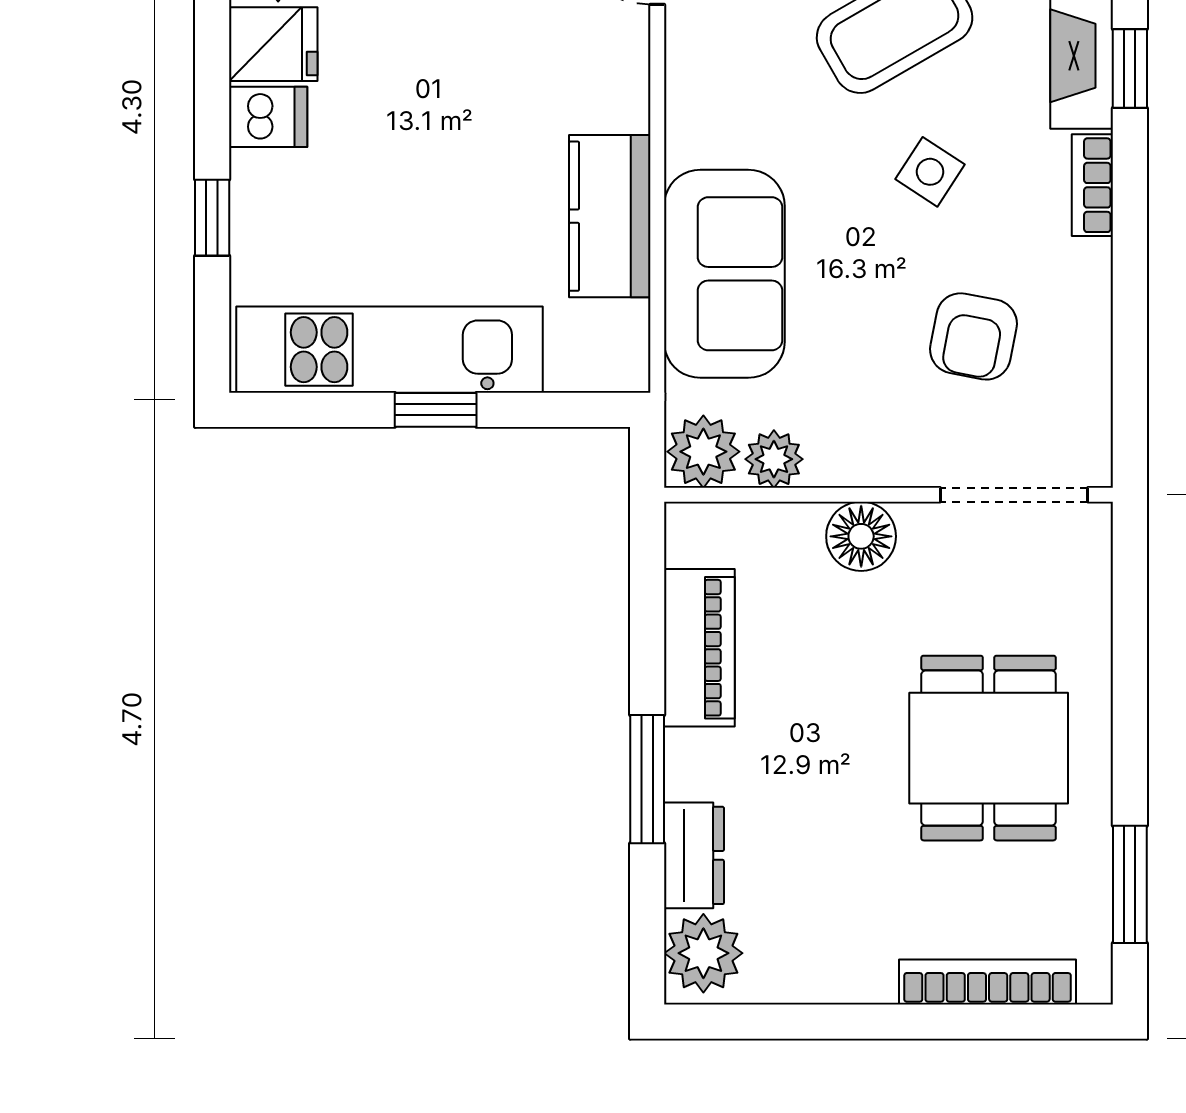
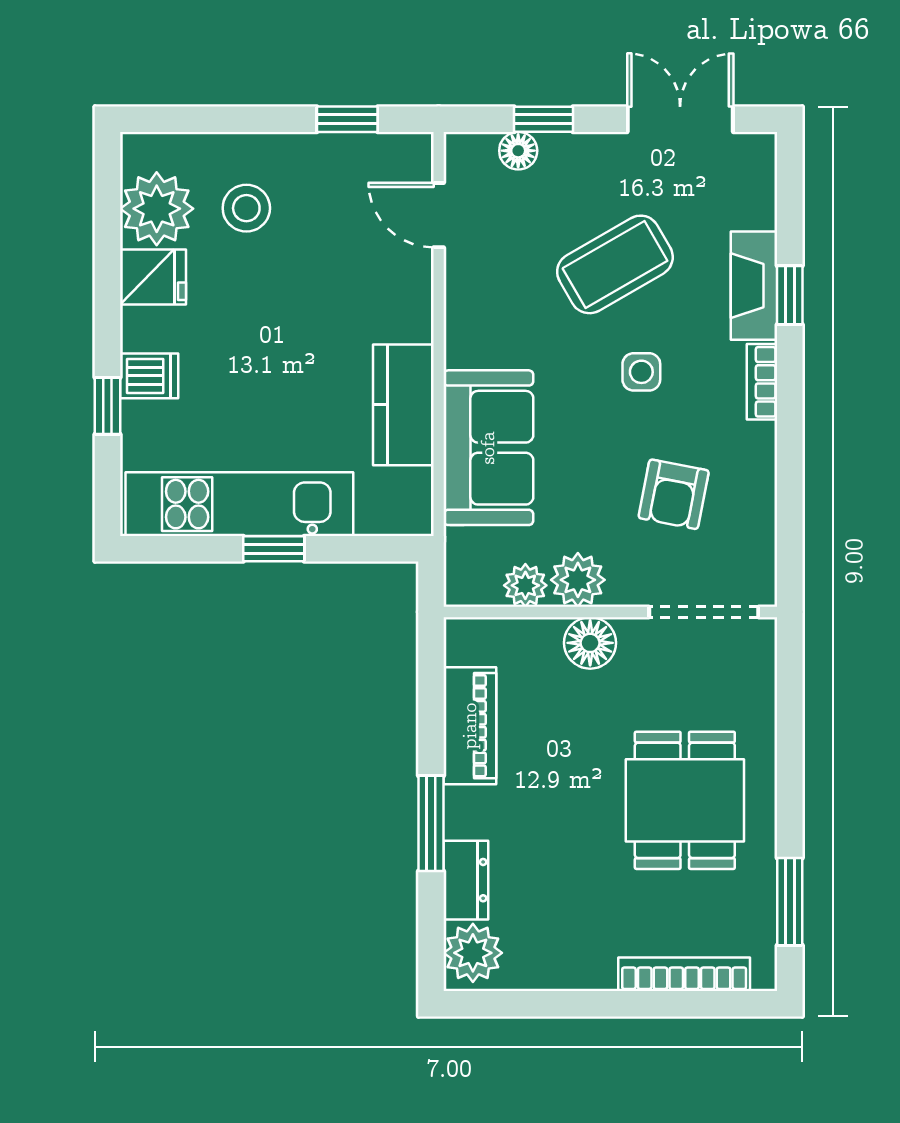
dishwasher: (268, 117) -> (149, 376), moved
side table: (930, 172) -> (641, 372), turned -33
plant: (703, 452) -> (578, 580), moved

